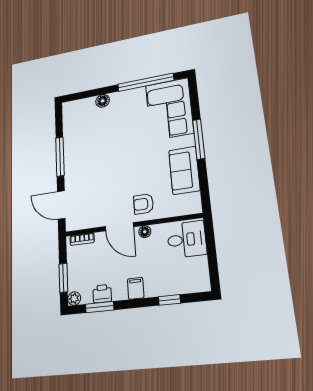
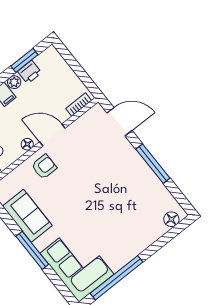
floor lamp: (103, 101) -> (171, 219), moved
window: (63, 278) -> (73, 63), removed
plant: (74, 298) -> (14, 82), moved

